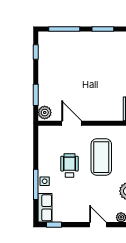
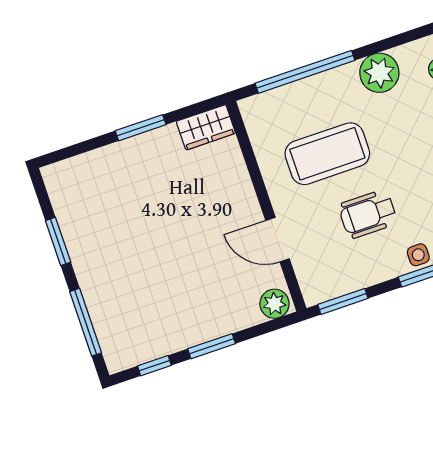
window: (36, 95) -> (212, 346), moved
door: (72, 123) -> (278, 240), hinge flipped
window: (36, 142) -> (343, 301), added

